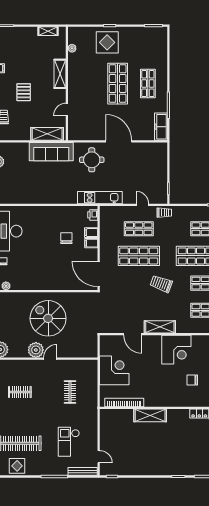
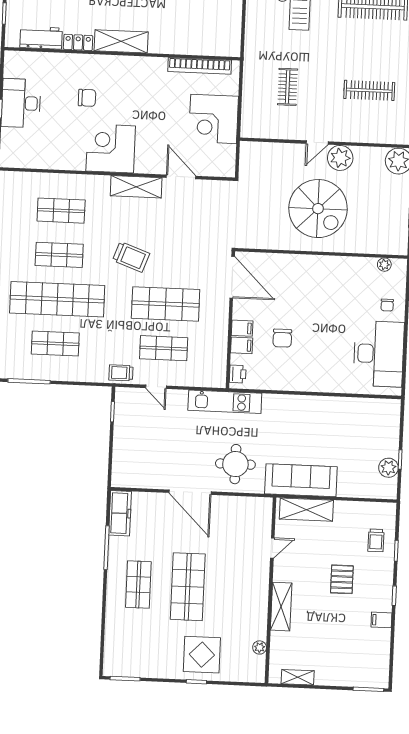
clothes rail: (20, 392) -> (369, 90), width x1.36
shelving: (150, 415) -> (121, 41), moved

